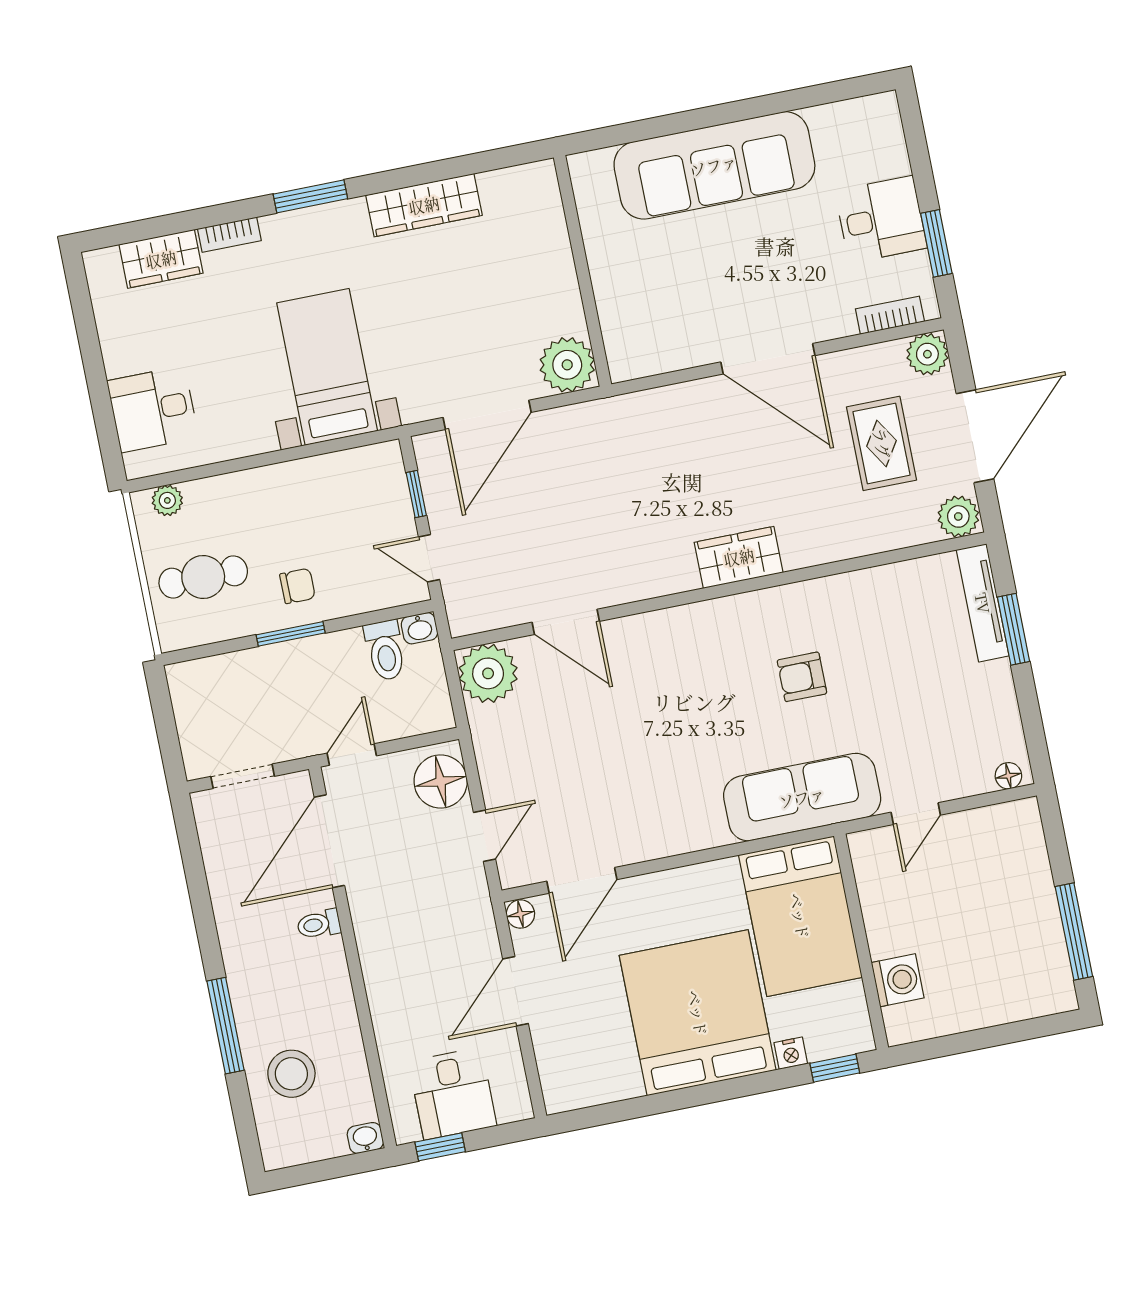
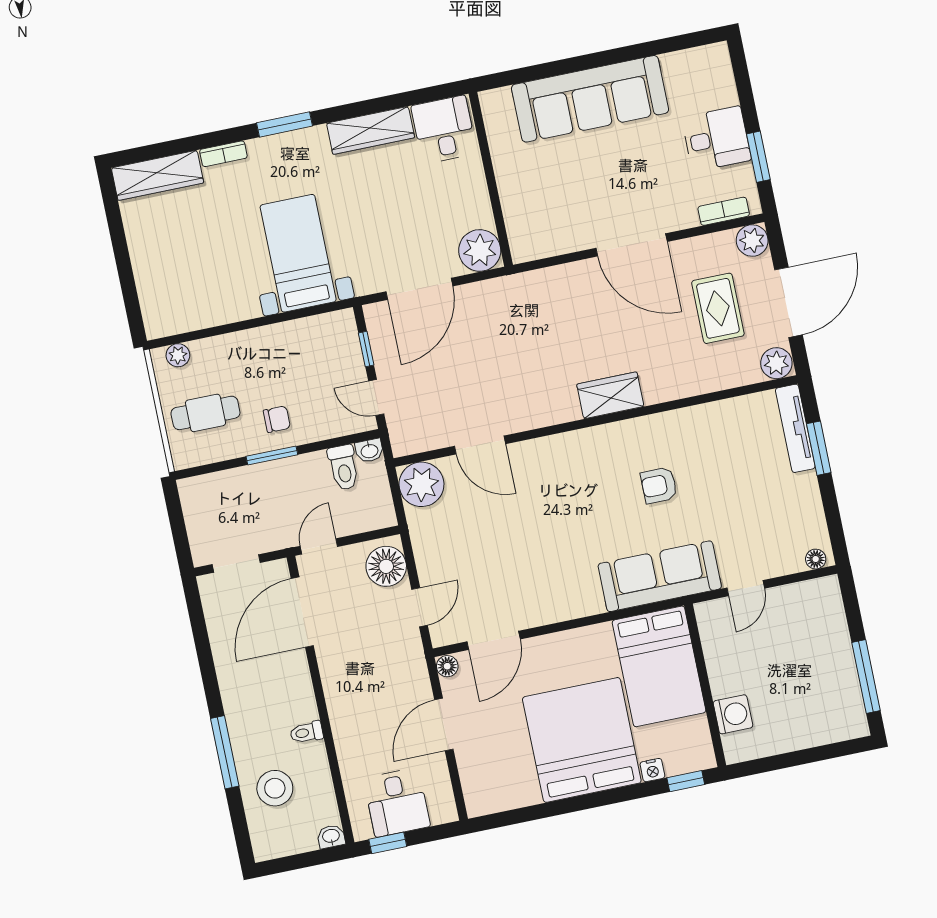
wardrobe: (161, 259) -> (158, 175), width x1.50
desk: (153, 409) -> (444, 130), moved, turned 90
toilet: (319, 924) -> (307, 732), moved

